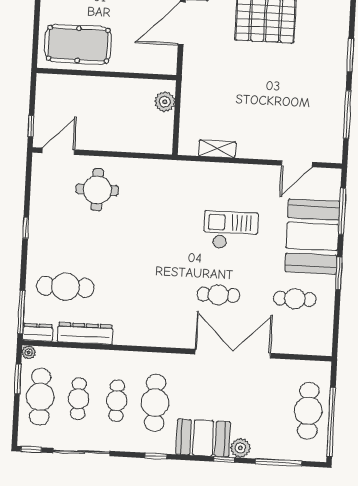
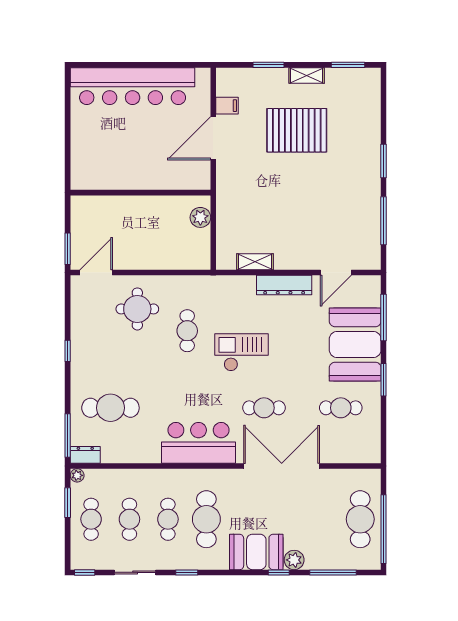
pool table: (78, 44) -> (111, 164), removed
window: (31, 126) -> (68, 249), width x1.50
cafe table: (146, 214) -> (187, 331), added
checkout: (231, 230) -> (242, 352), moved
bar counter: (151, 326) -> (199, 443), added
dresser: (85, 333) -> (284, 285), moved, turned 180
cafe table: (40, 397) -> (91, 519), width x0.73, depth x0.74
sliding door: (81, 452) -> (135, 572), width x0.73
window: (156, 456) -> (187, 572), moved

